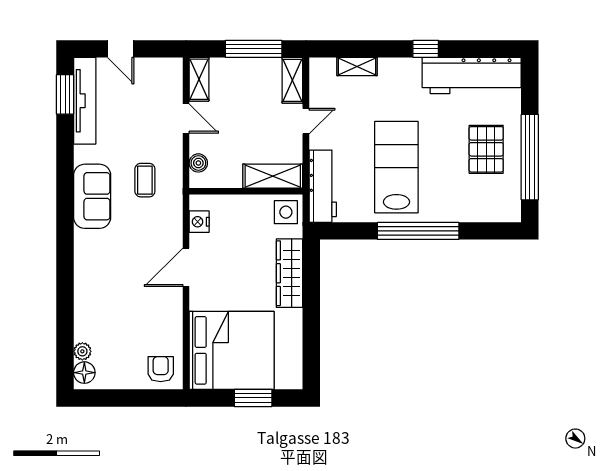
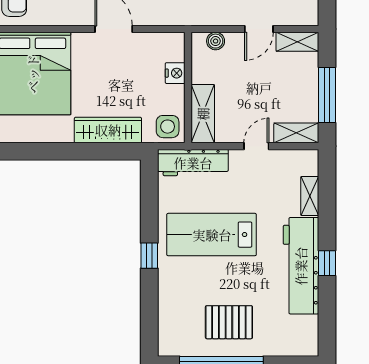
workbench: (472, 75) -> (301, 266), moved
door: (306, 121) -> (256, 146), swing flipped
lab bench: (396, 167) -> (212, 235), turned 180
nightstand: (199, 222) -> (175, 73), moved, turned 90
window: (418, 231) -> (149, 256), width x0.32

